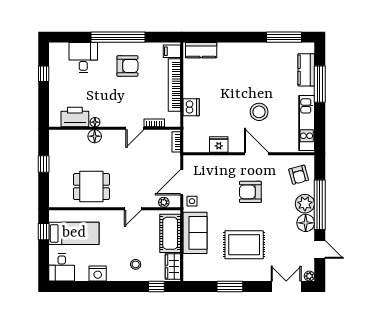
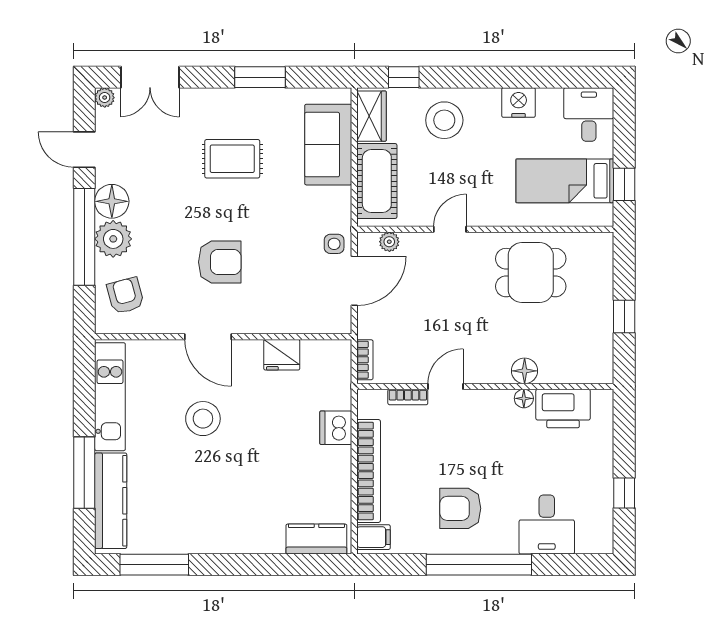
kitchen counter: (306, 70) -> (111, 501), width x1.50
sofa: (195, 233) -> (328, 145), moved
rug: (244, 245) -> (232, 159), width x0.73, depth x0.70
stool: (136, 264) -> (444, 120), width x1.89, depth x1.89

